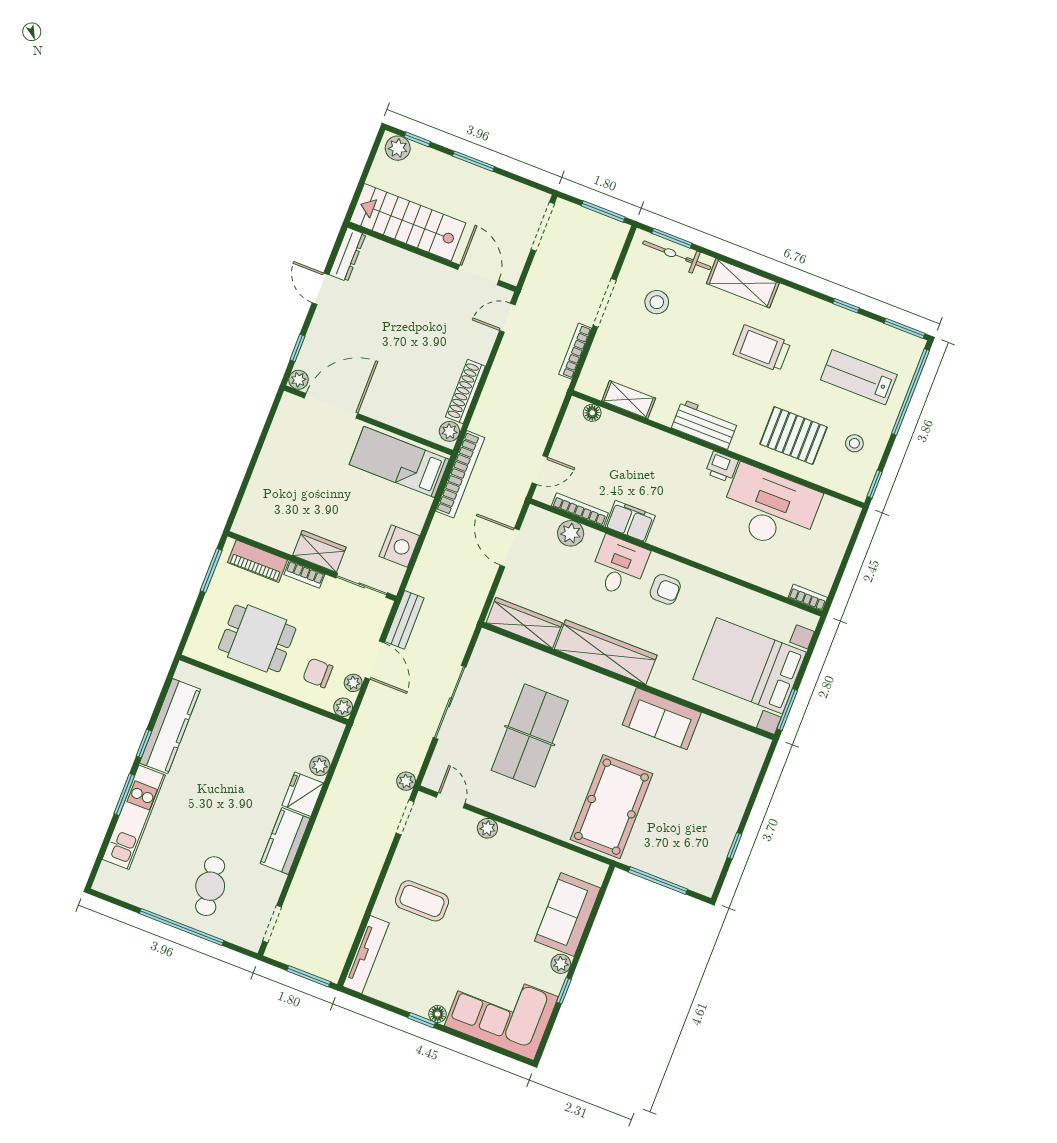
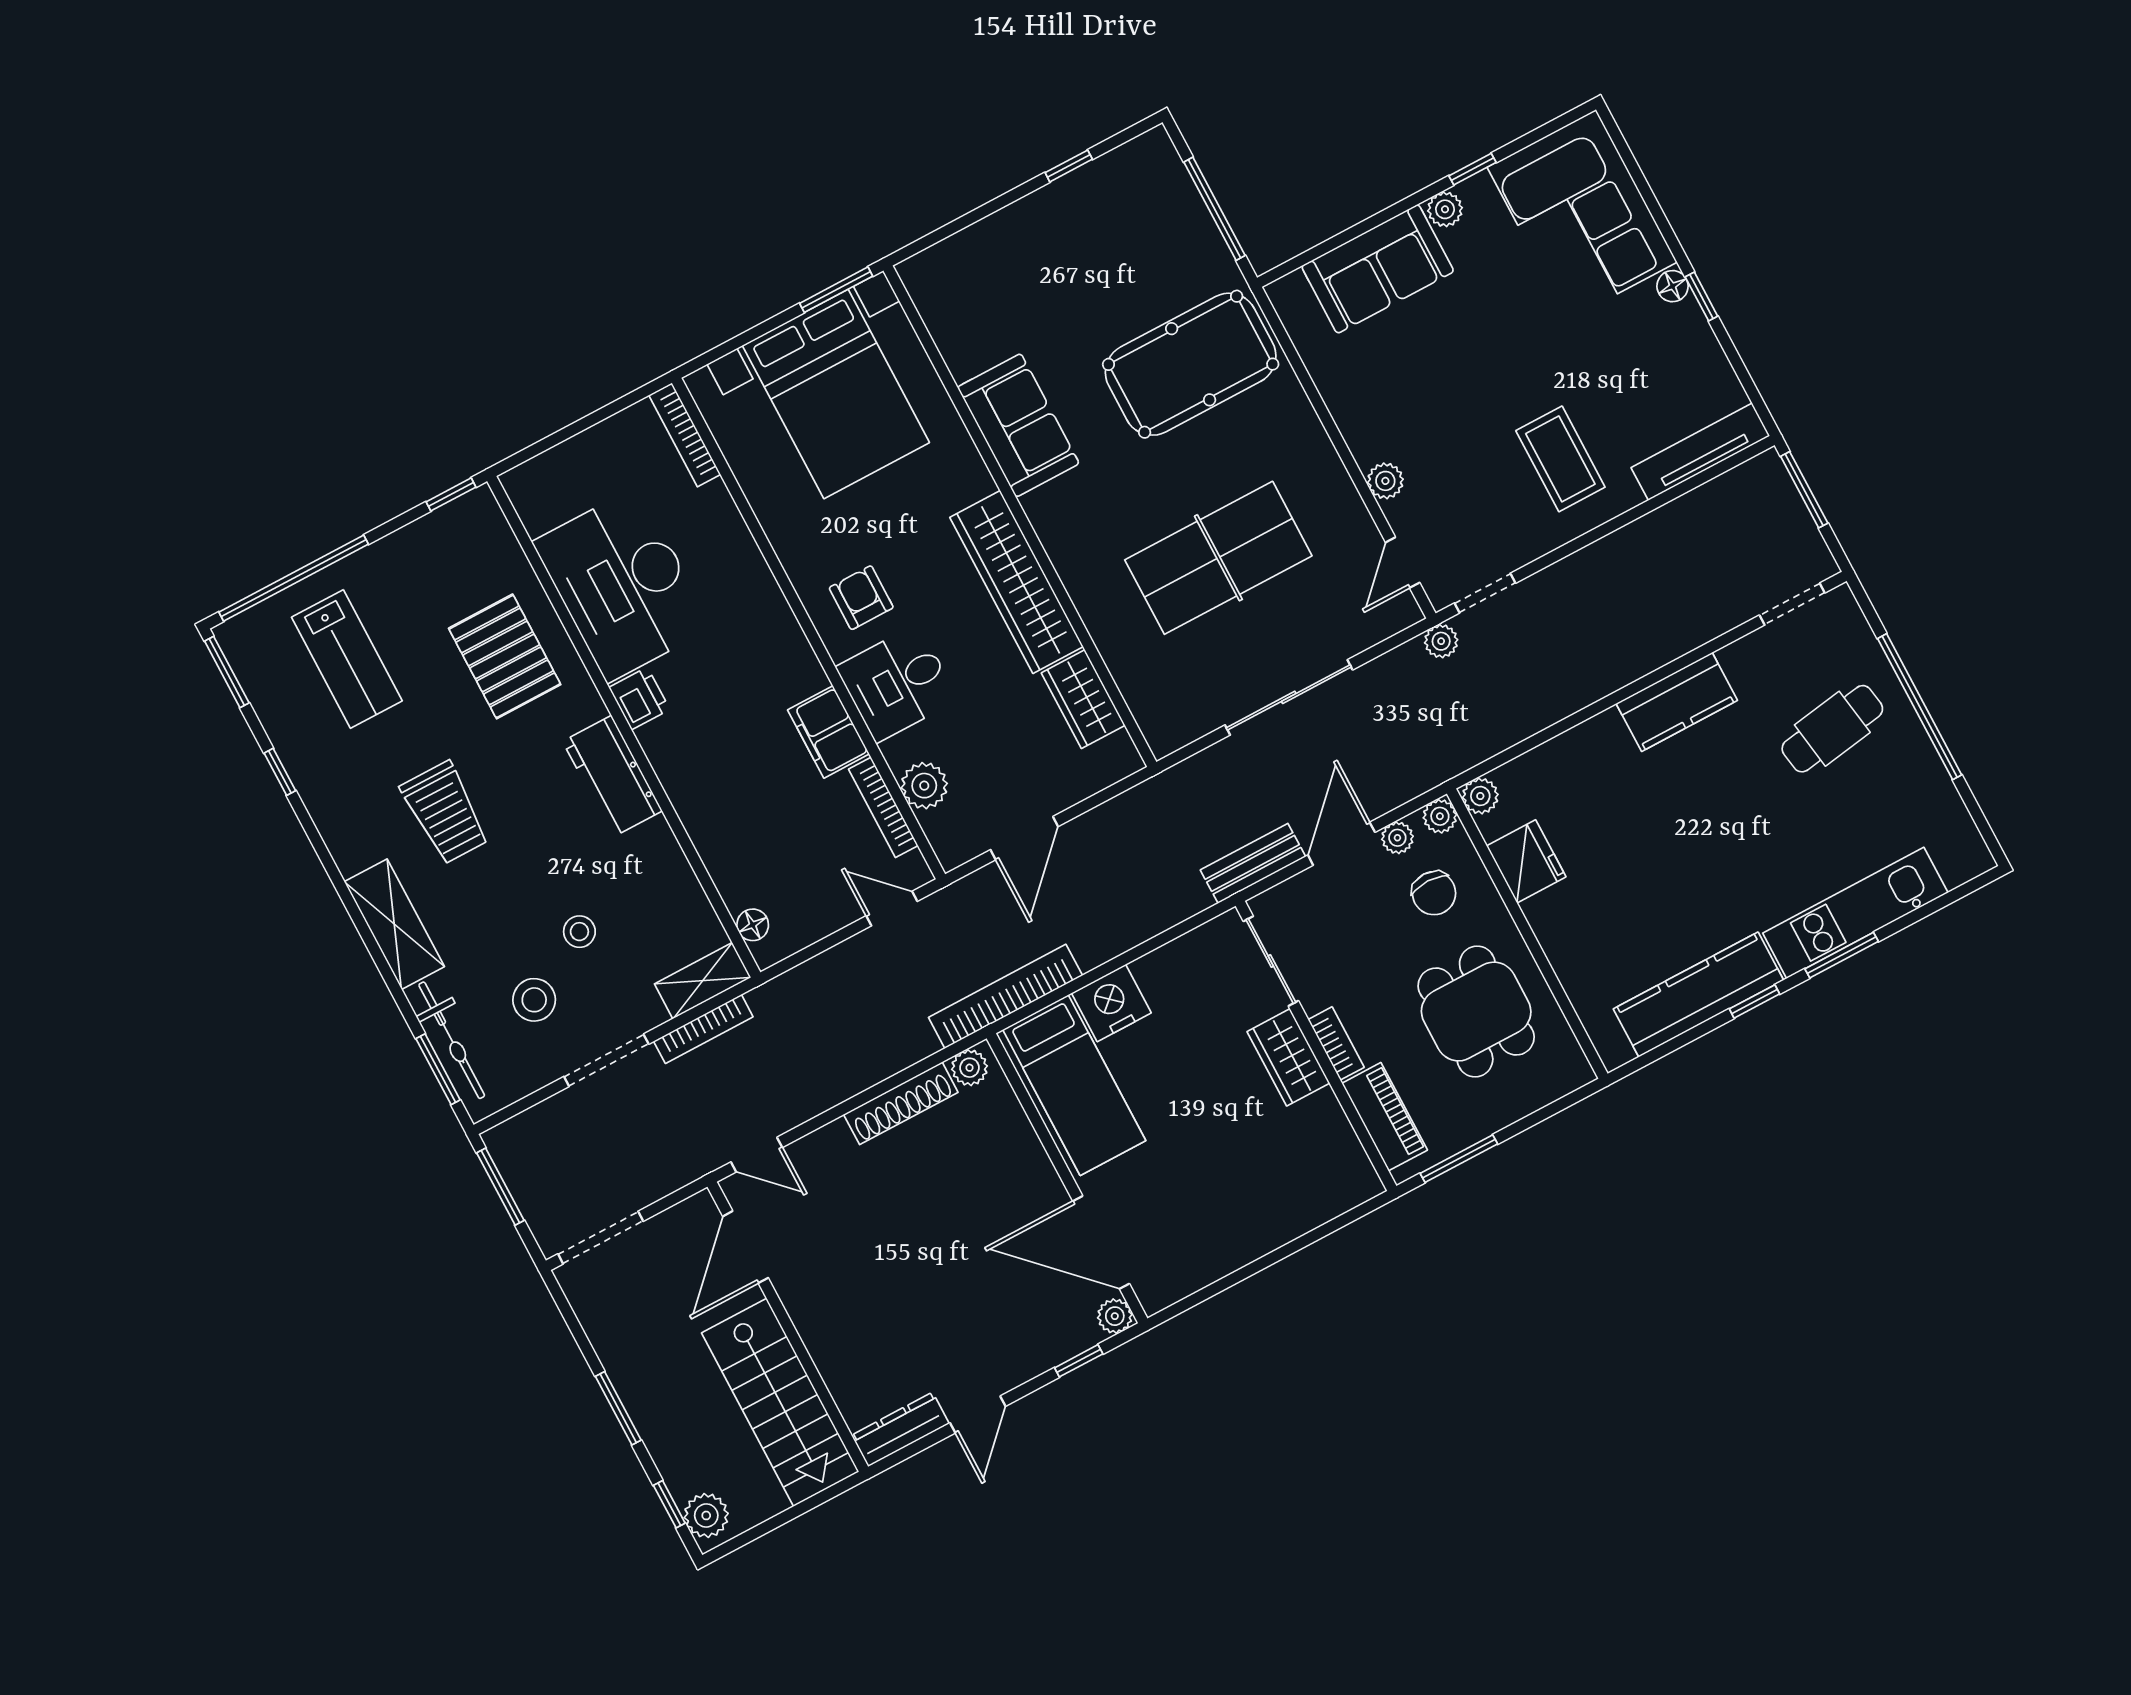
shelving: (629, 400) -> (703, 981), moved, turned 90
stool: (854, 443) -> (579, 932), moved
nightstand: (399, 546) -> (1111, 1003), moved
bookcase: (808, 598) -> (685, 435), width x1.56
wardrobe: (524, 623) -> (1083, 699), width x0.67
plant: (320, 766) -> (1480, 796), moved
fridge: (303, 794) -> (1526, 861), moved, turned -90

